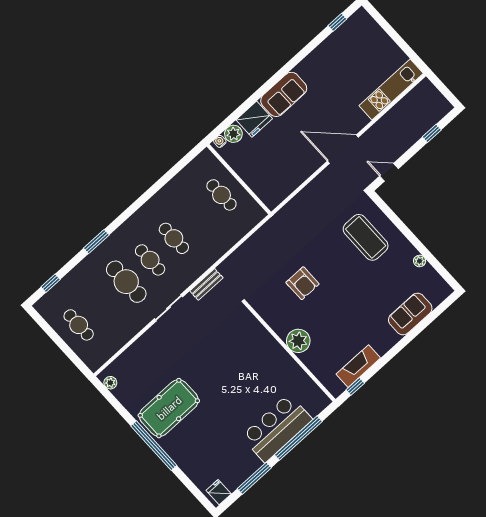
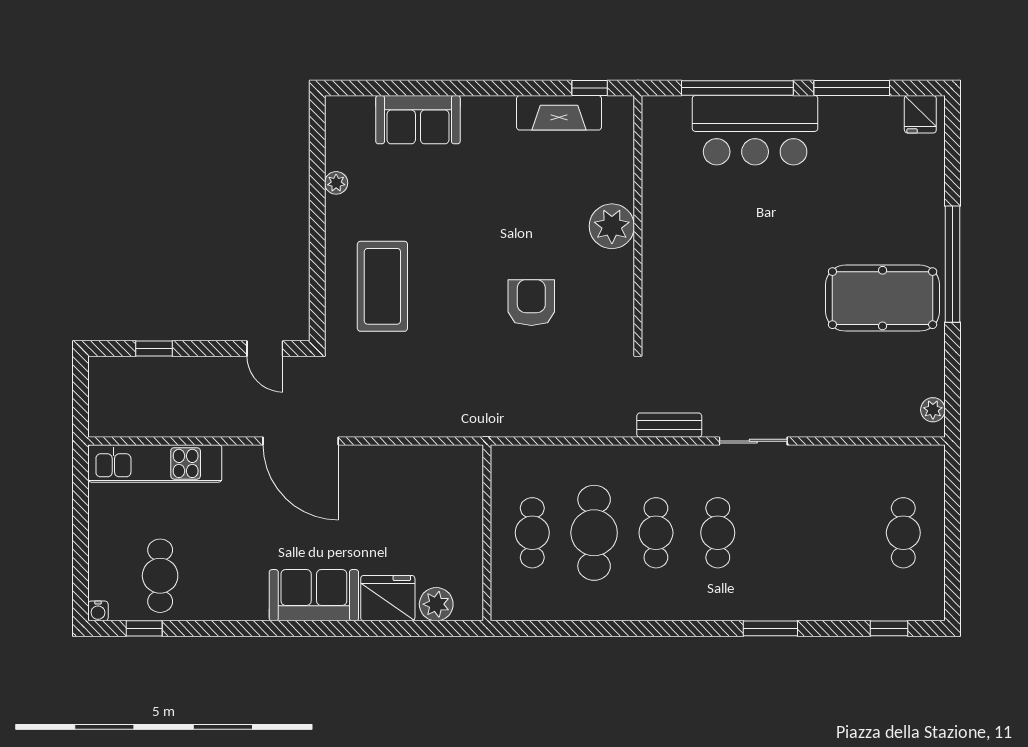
cafe table: (350, 48) -> (160, 576), added
water cooler: (220, 141) -> (98, 611), moved
cafe table: (126, 282) -> (594, 533), moved

